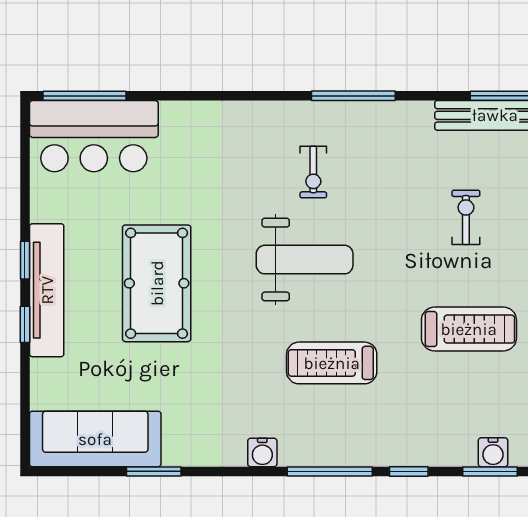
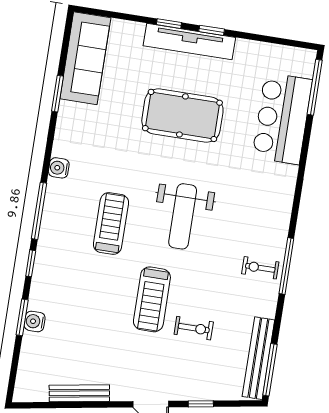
bar counter: (94, 136) -> (282, 119), moved
exercise bike: (313, 172) -> (260, 268), moved
treadmill: (469, 329) -> (152, 299), moved

